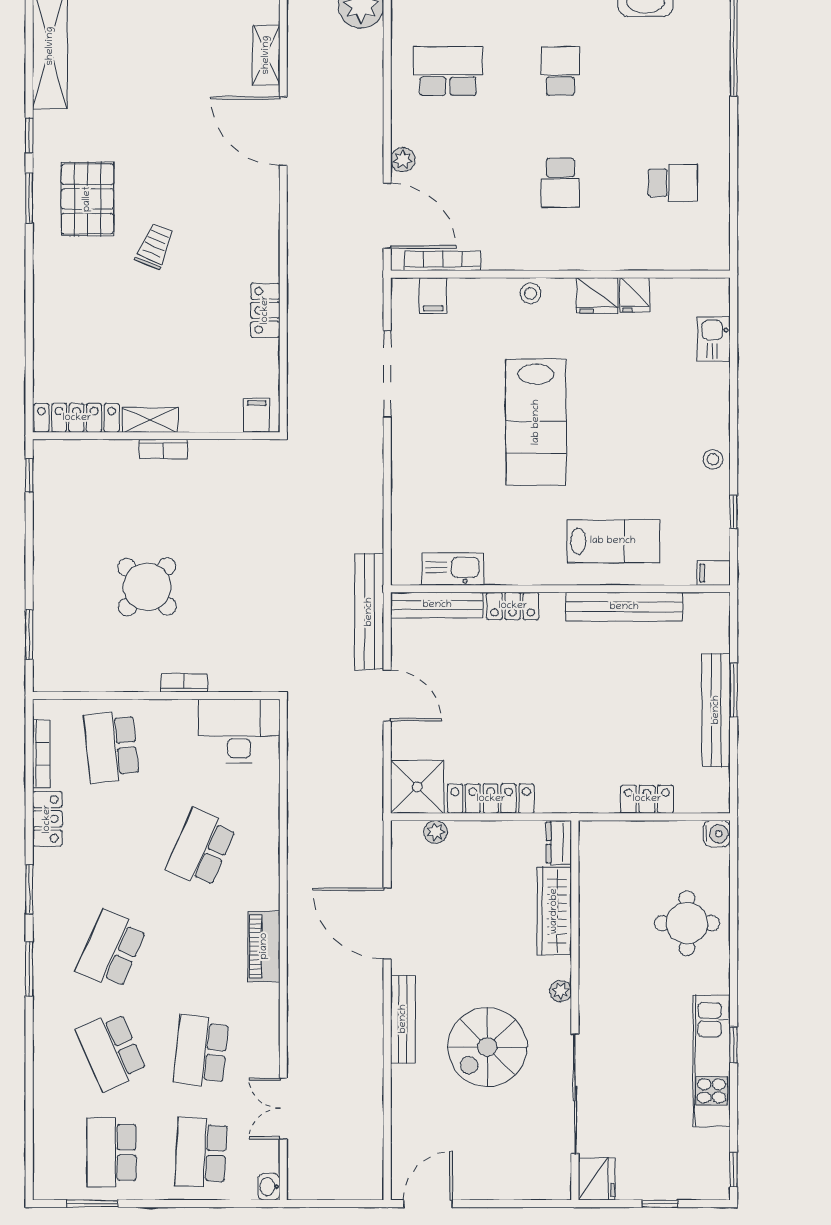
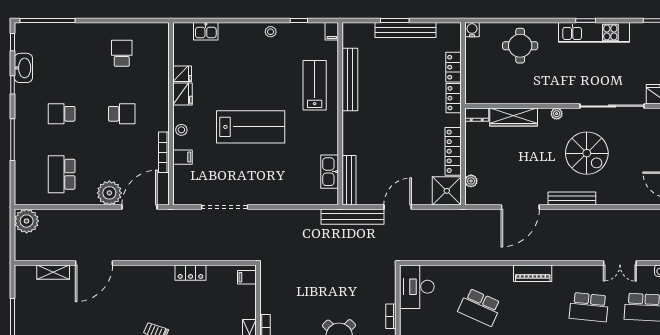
plant: (403, 160) -> (109, 193), width x1.87, depth x1.87
bookcase: (443, 261) -> (164, 152), moved
filing cabinet: (433, 296) -> (183, 157), moved
locker: (513, 606) -> (454, 98), moved, turned 180

